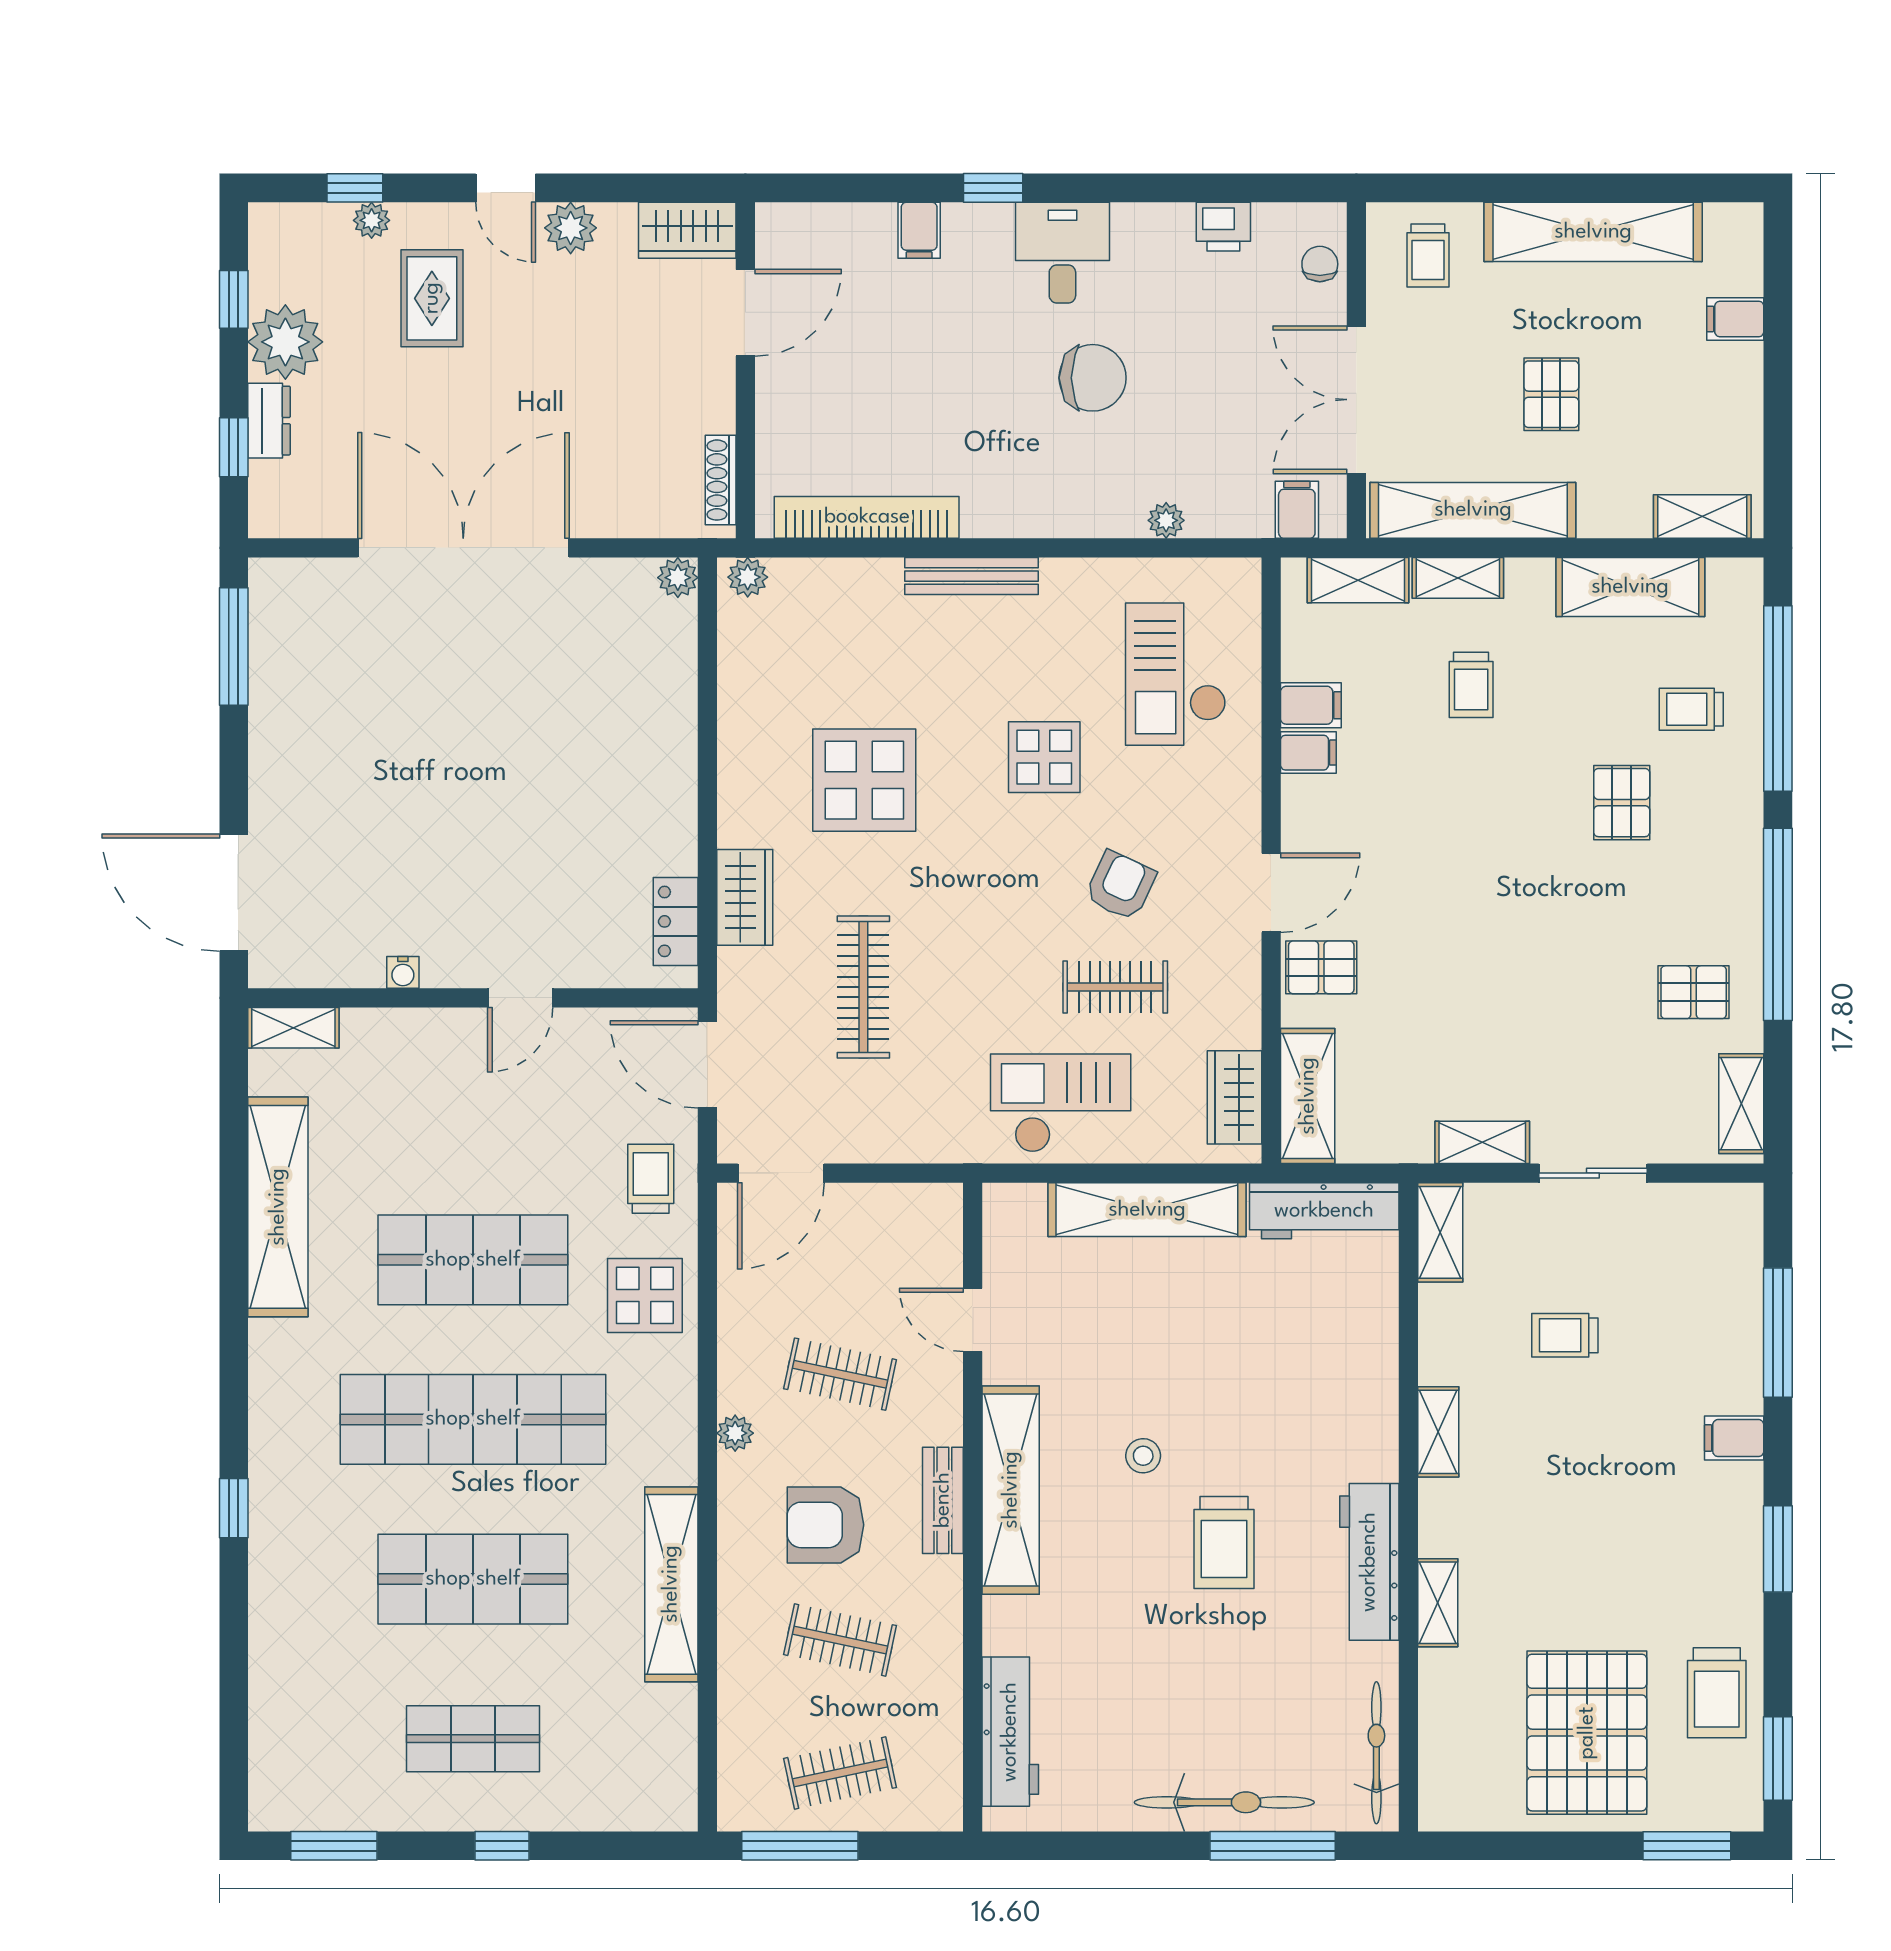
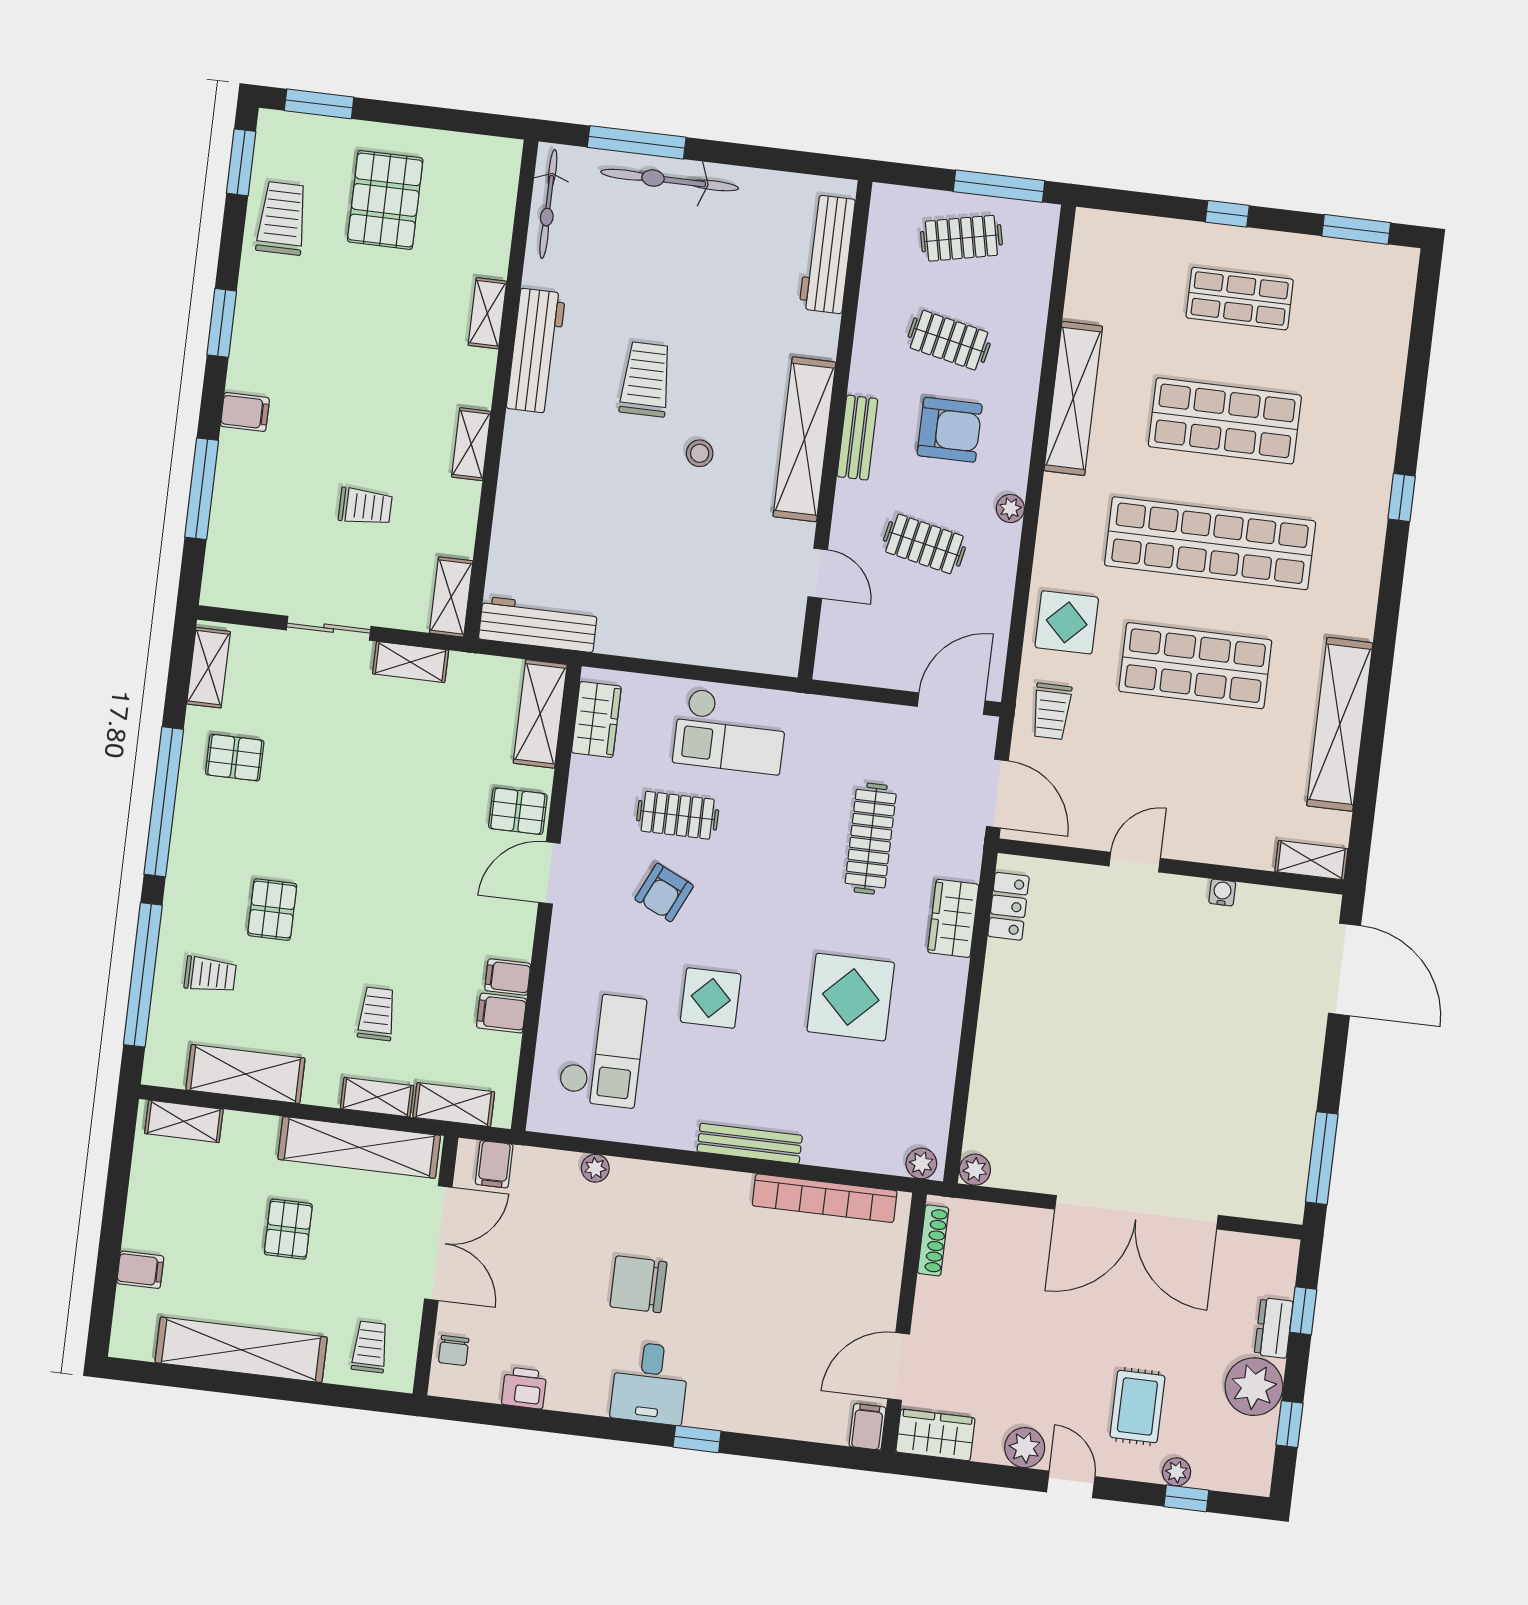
filing cabinet: (919, 230) -> (867, 1427), moved
shelving: (1147, 1210) -> (674, 642), removed
pallet: (1587, 1733) -> (385, 200), width x0.73, depth x0.71

